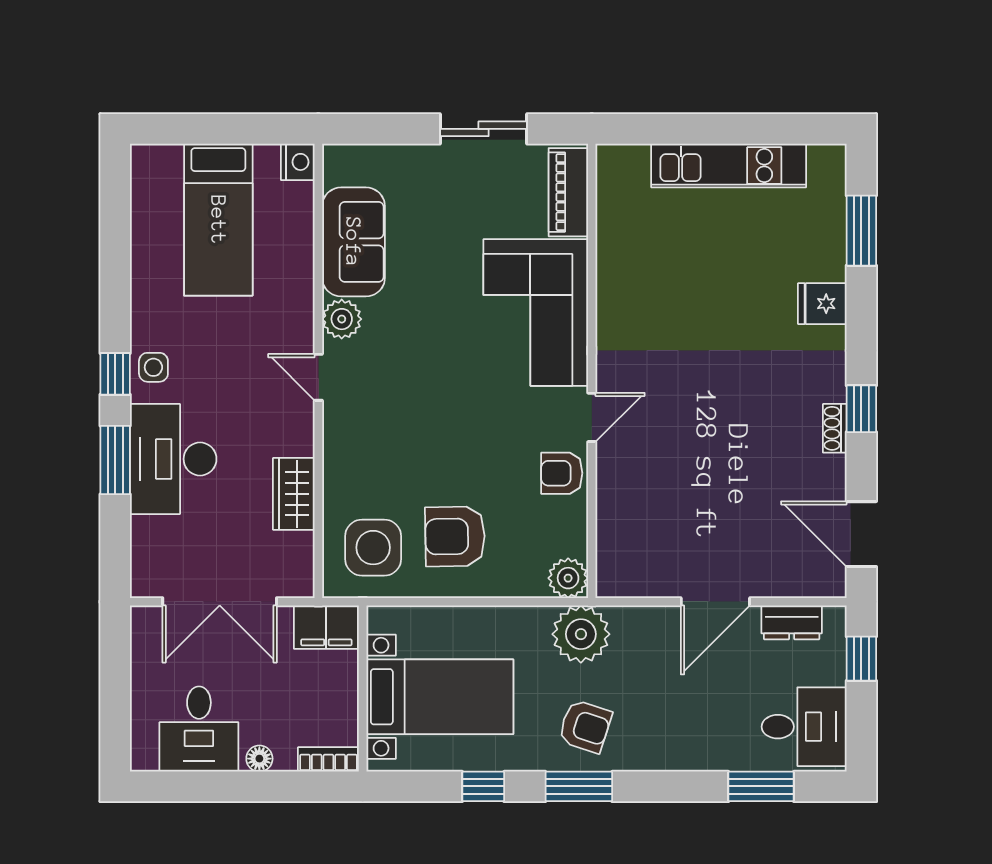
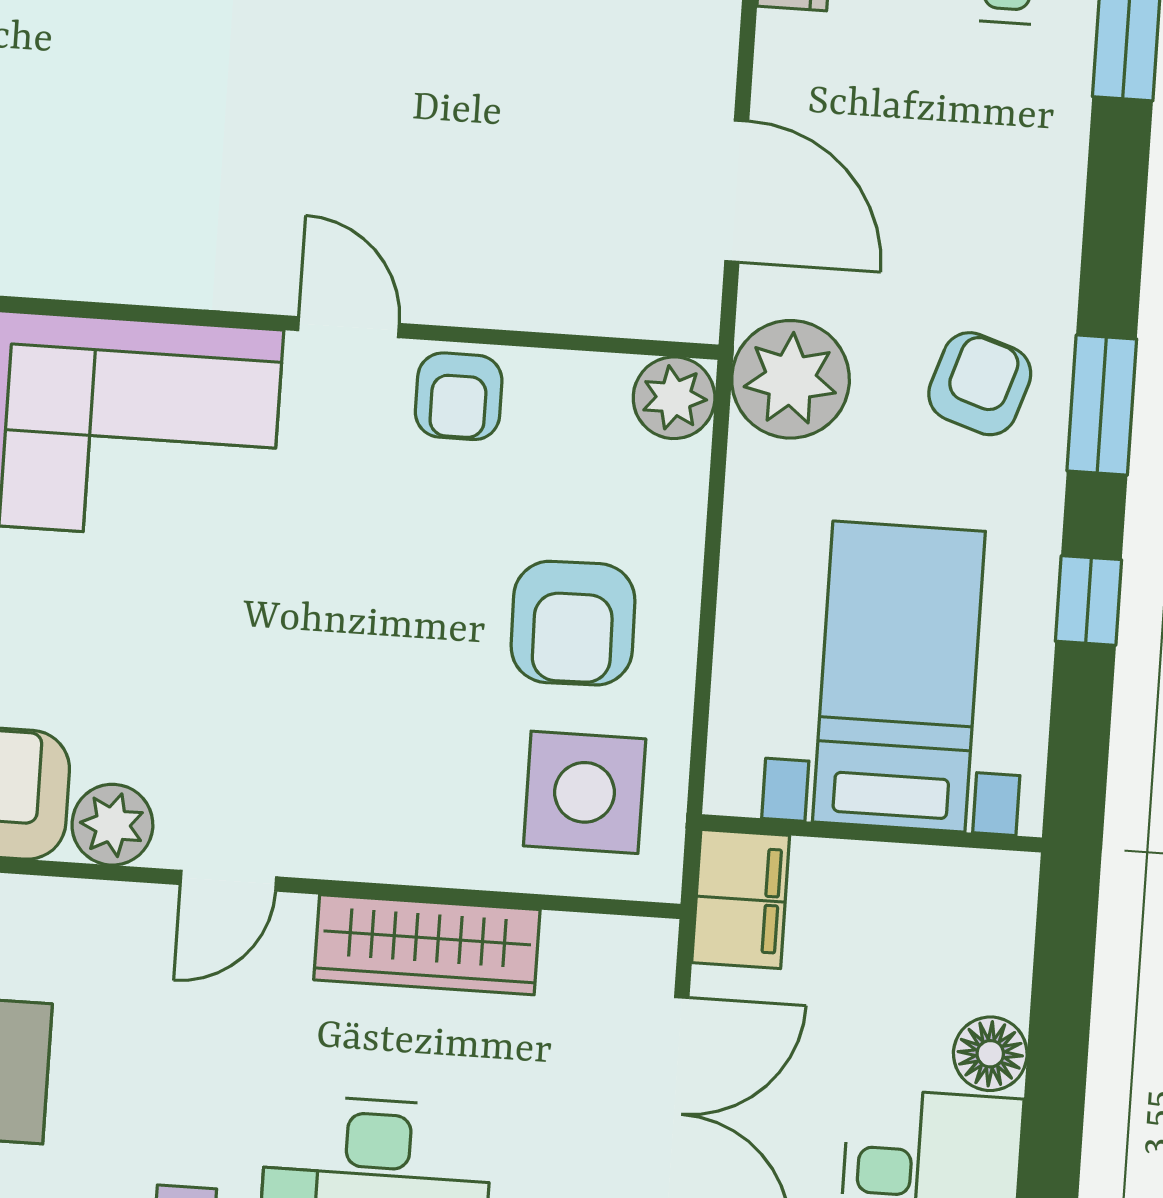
wardrobe: (294, 494) -> (427, 945), width x1.50
door: (715, 602) -> (737, 191), moved
floor lamp: (259, 759) -> (990, 1054), width x1.37, depth x1.37
bookcase: (328, 759) -> (1012, 913), removed

